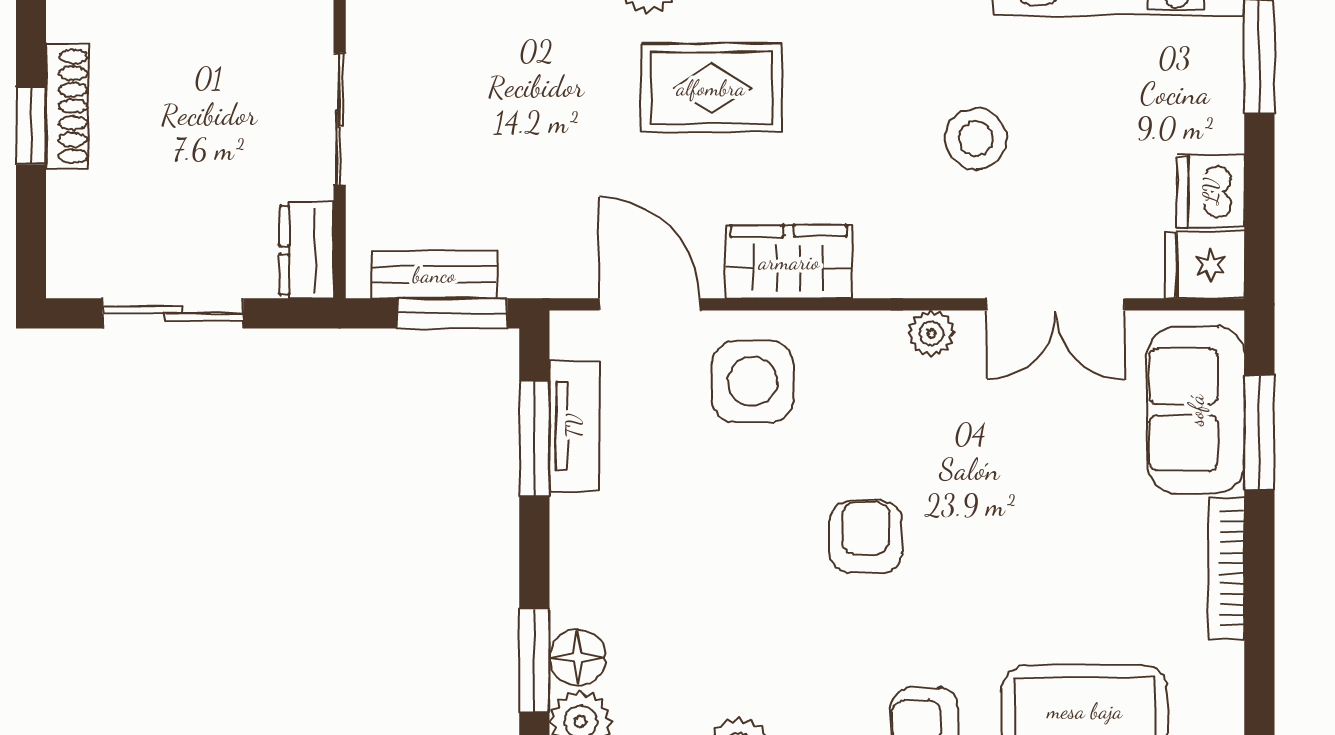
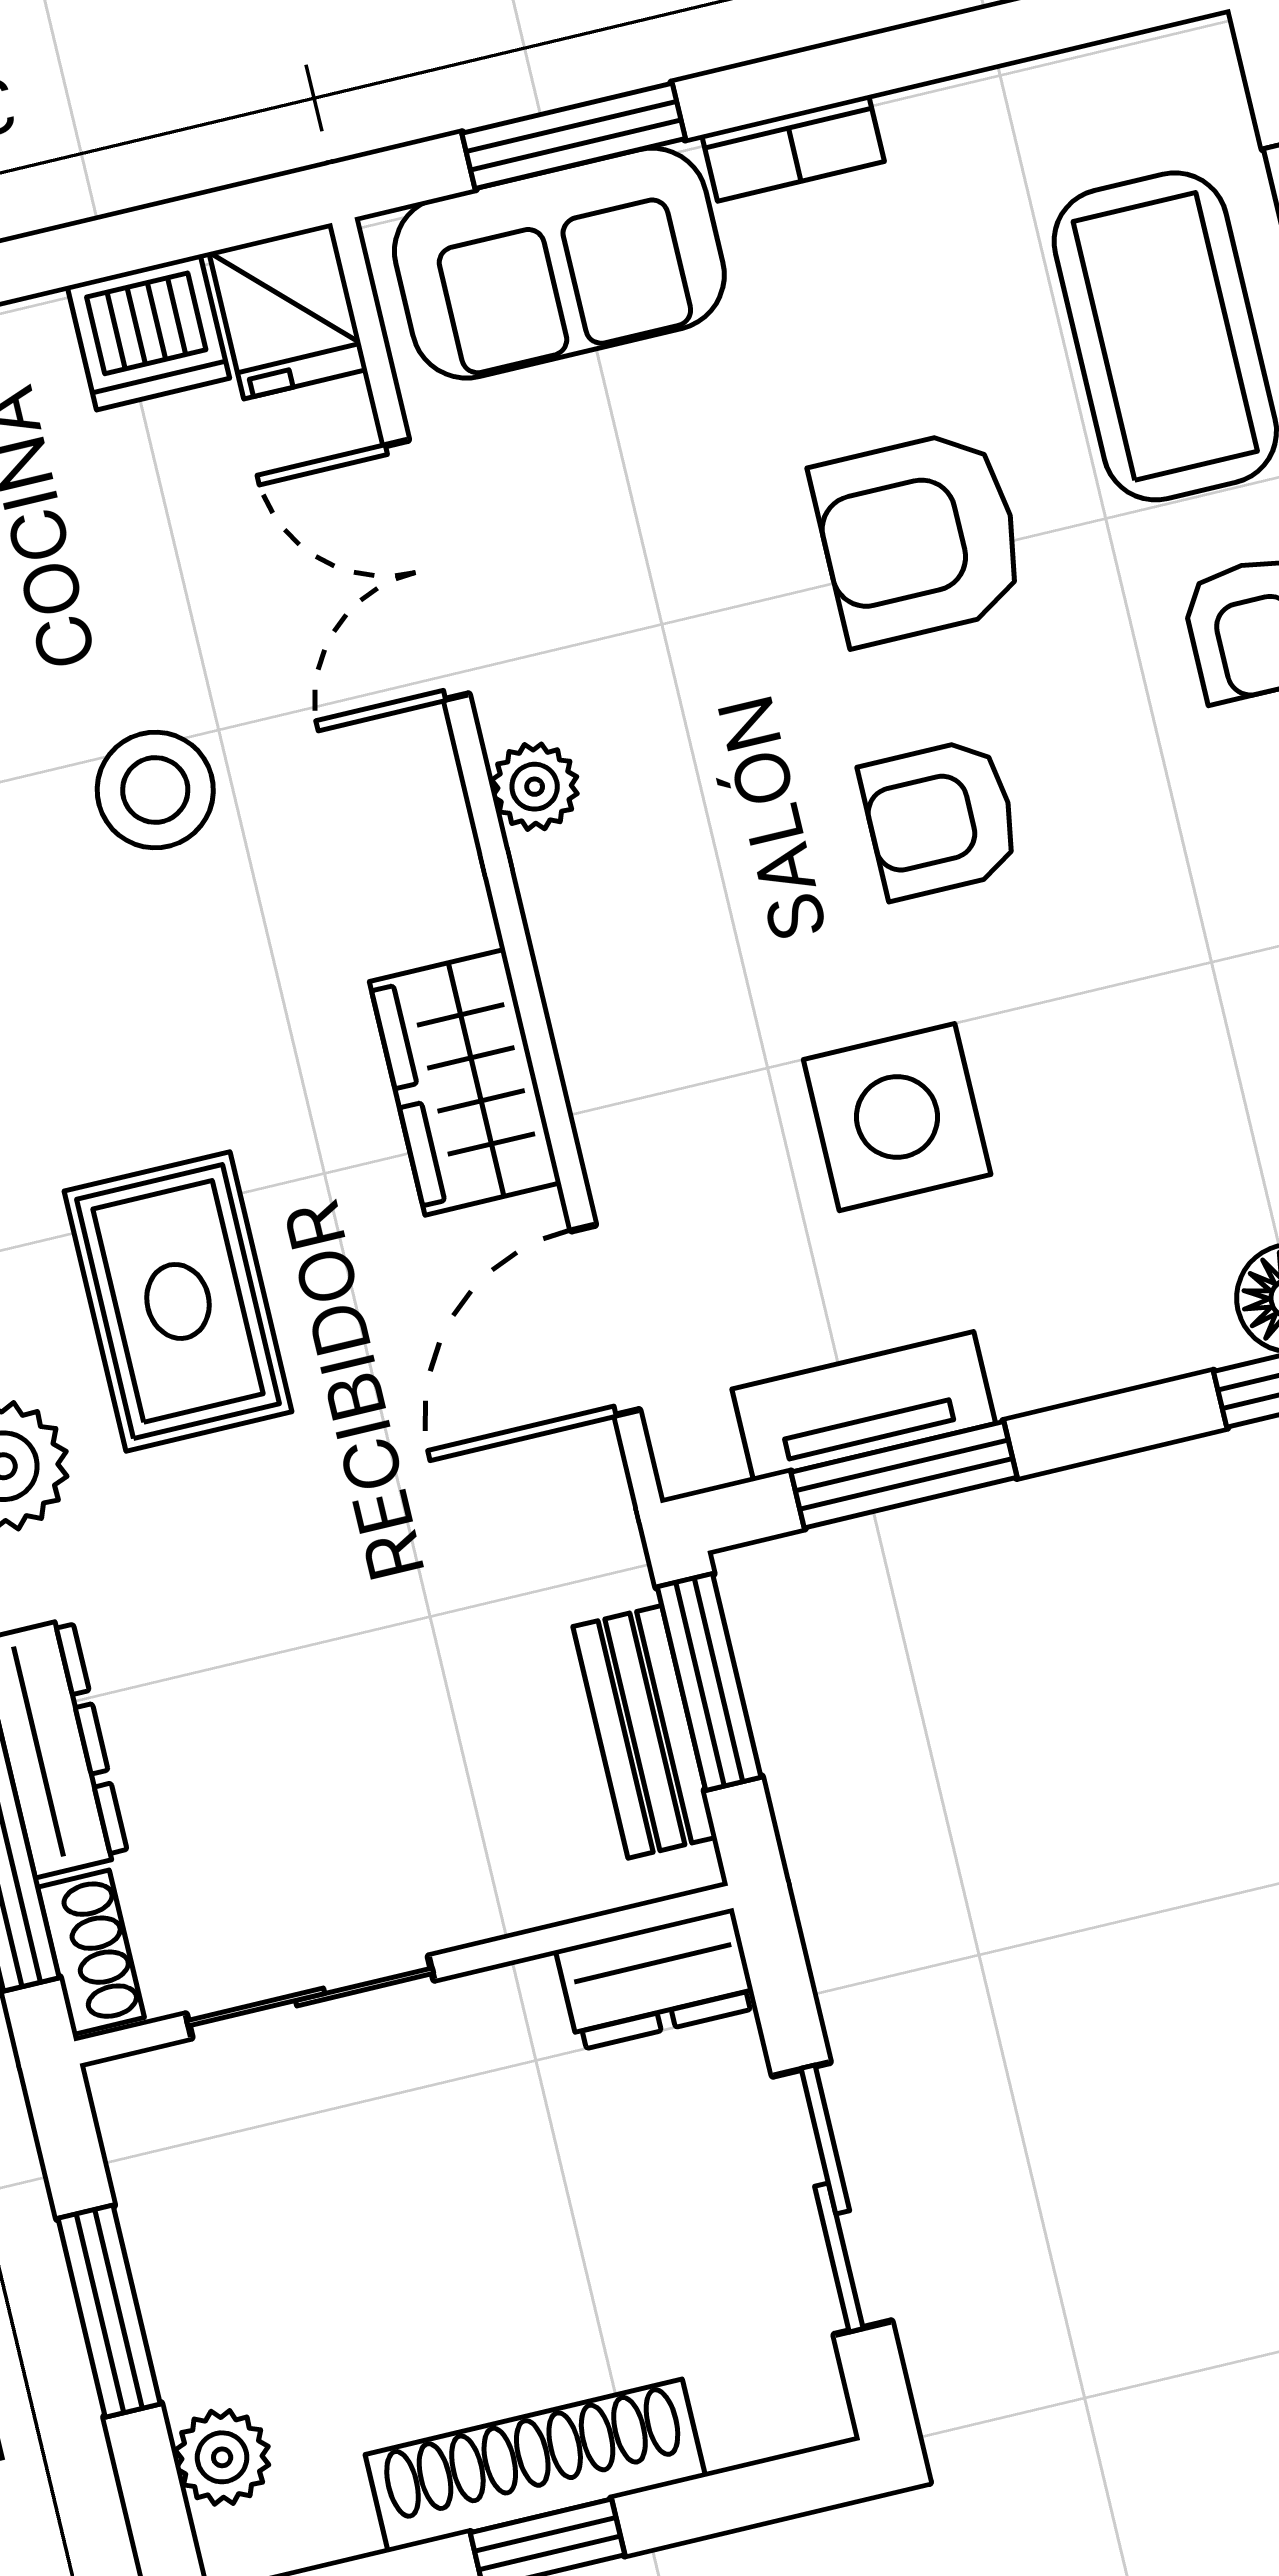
shoe rack: (67, 106) -> (535, 2466), width x1.36, depth x1.24
sliding door: (340, 119) -> (310, 1997), moved
double door: (1055, 304) -> (427, 570), swing flipped
side table: (753, 381) -> (897, 1117), moved
armchair: (1012, 560) -> (919, 537), added
bookcase: (1226, 569) -> (793, 148), width x0.64

